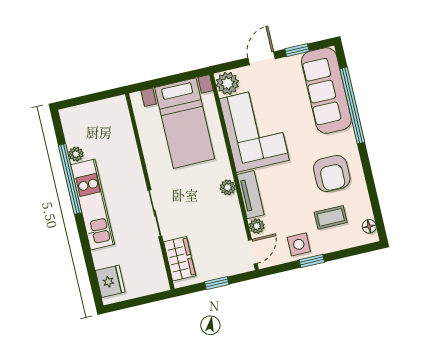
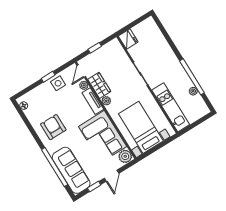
kitchen unit: (93, 204) -> (171, 107), moved, turned 180
coffee table: (331, 217) -> (46, 103), removed
wardrobe: (180, 259) -> (99, 85), moved, turned 180
fridge: (110, 281) -> (128, 39), moved, turned 180

